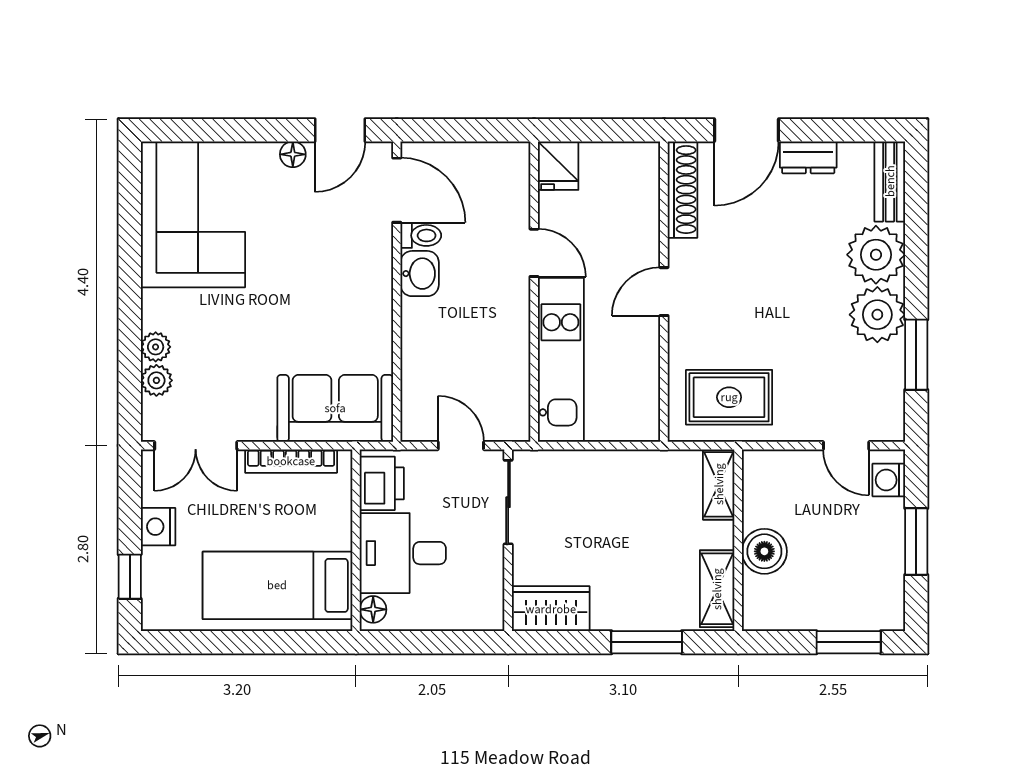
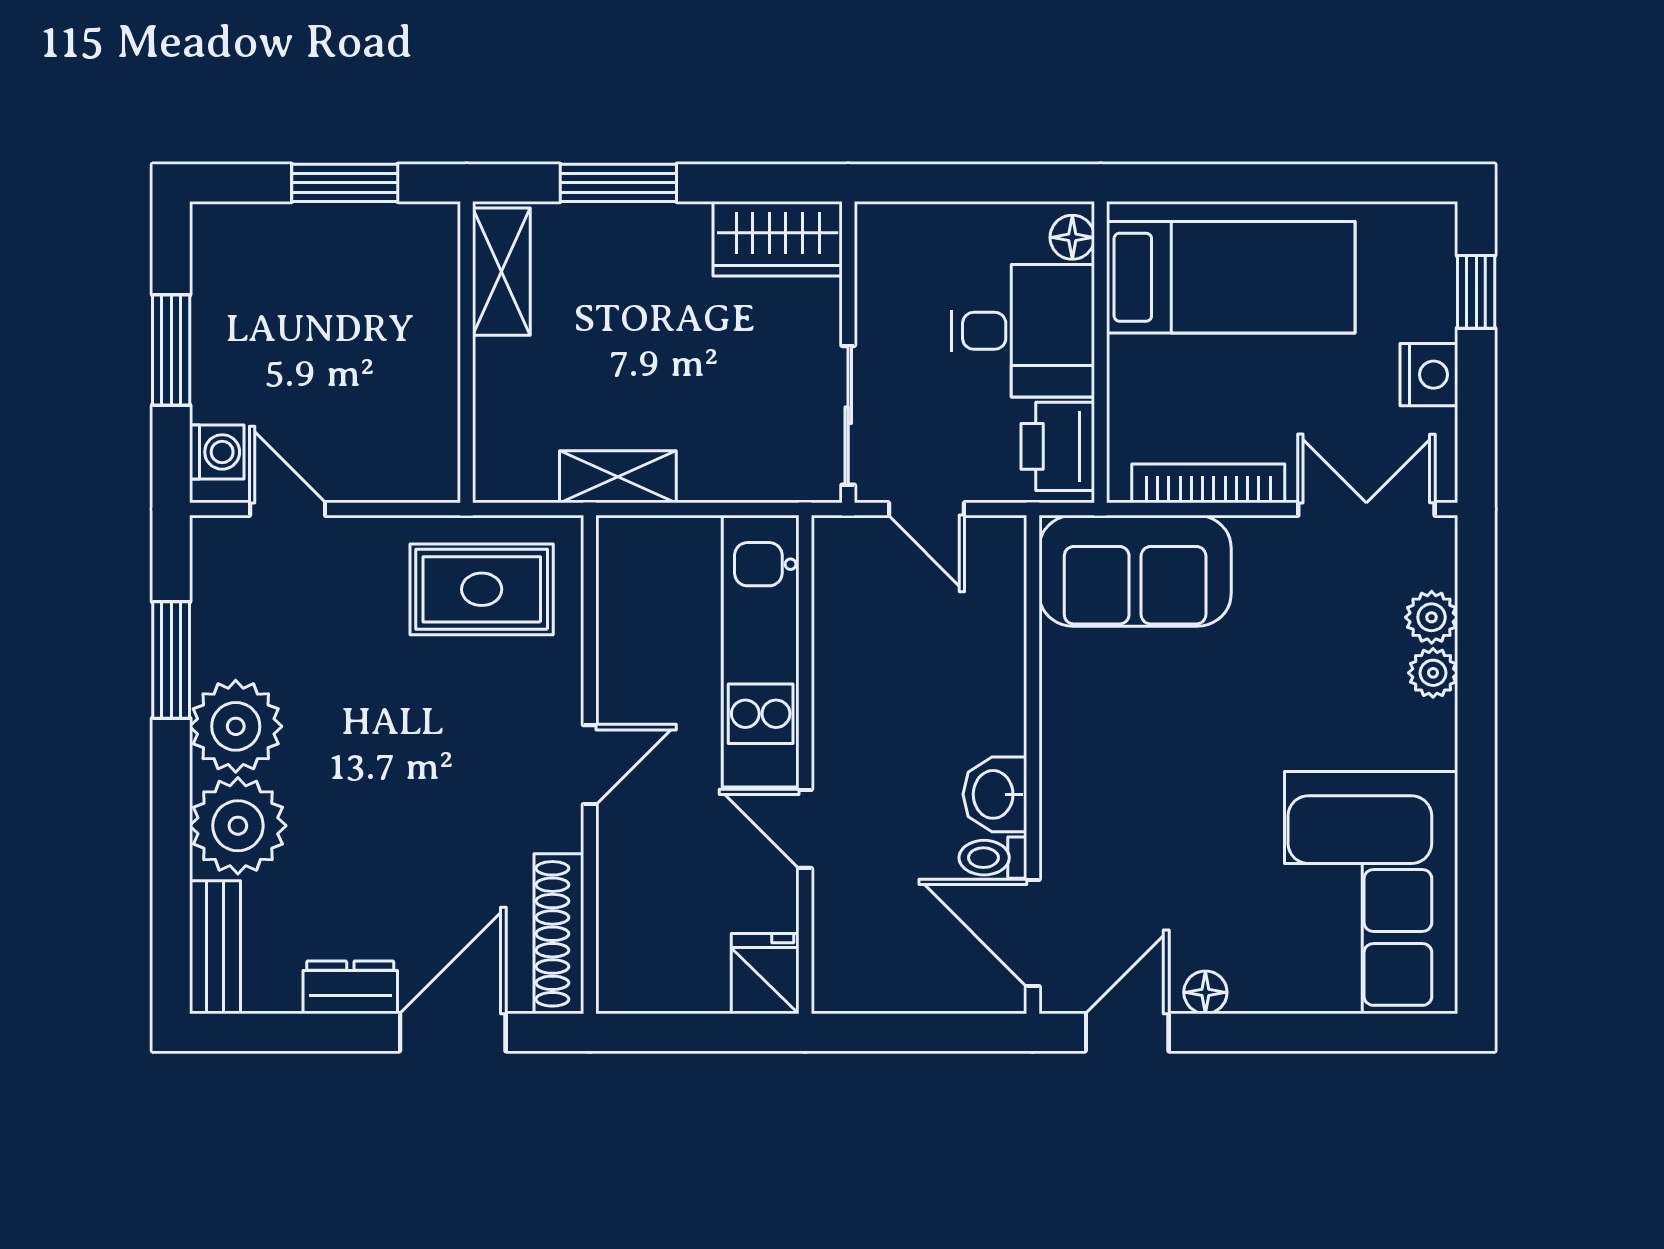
shelving: (719, 484) -> (618, 477), moved, turned 90
boiler: (764, 551) -> (423, 334), removed
window: (849, 642) -> (345, 183), moved

